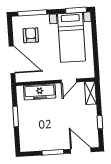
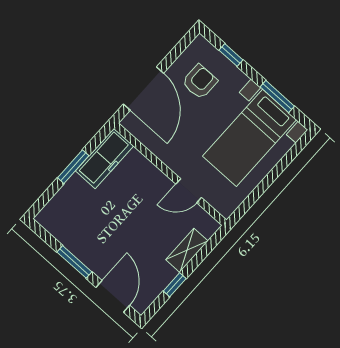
window: (76, 10) -> (277, 96), moved
window: (32, 13) -> (231, 55), width x0.46
freezer: (40, 92) -> (105, 158), moved, turned -90
shelving: (90, 93) -> (187, 250), moved

